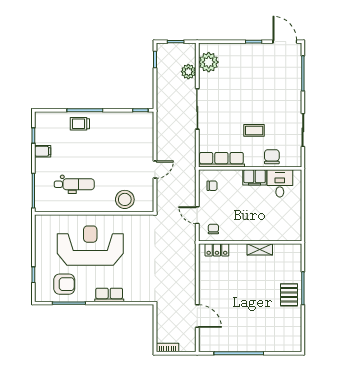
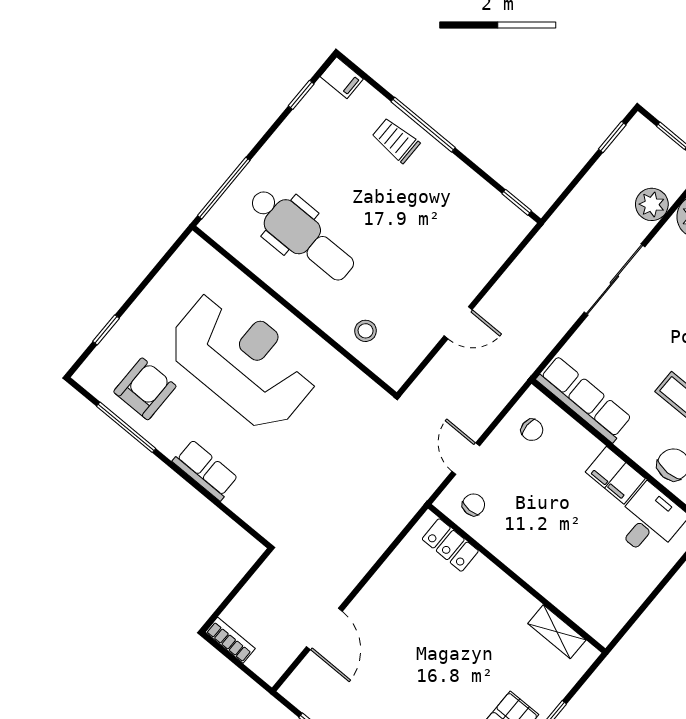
filing cabinet: (43, 151) -> (342, 78), moved
dental chair: (74, 184) -> (302, 234), width x1.36, depth x1.38
stool: (125, 199) -> (366, 331), width x0.53, depth x0.53
shelving: (260, 249) -> (557, 632), moved
armchair: (64, 284) -> (145, 389), turned -90

